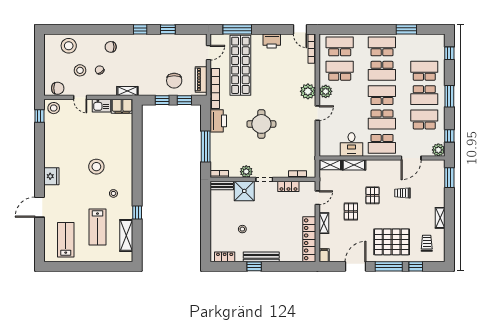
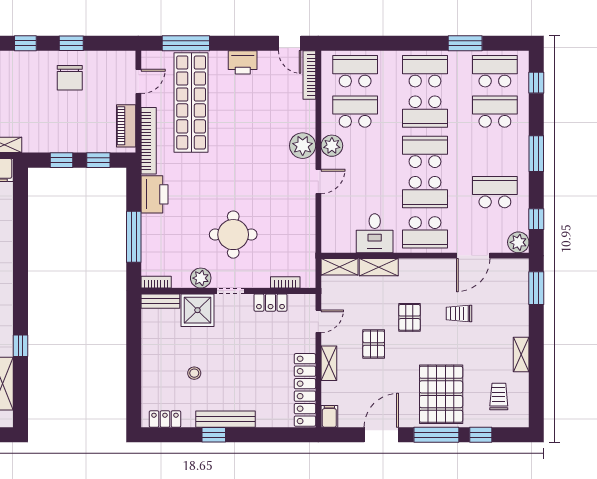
chair: (174, 81) -> (70, 78), moved
school desk: (424, 95) -> (495, 71), moved, turned 180
round table: (261, 124) -> (233, 235), moved
pallet: (392, 242) -> (441, 394), turned 90

